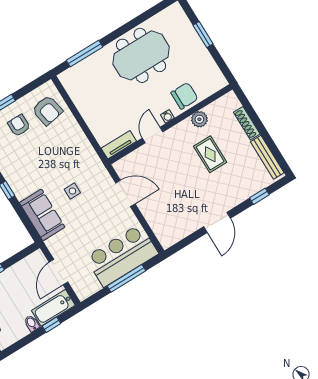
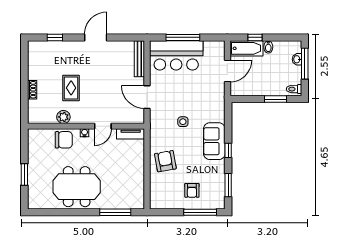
chair: (184, 96) -> (64, 140), turned 180
armchair: (47, 110) -> (165, 161), moved
shoe rack: (247, 123) -> (32, 90), width x0.70
bench: (267, 157) -> (139, 59), moved
sofa: (42, 215) -> (214, 141), moved

